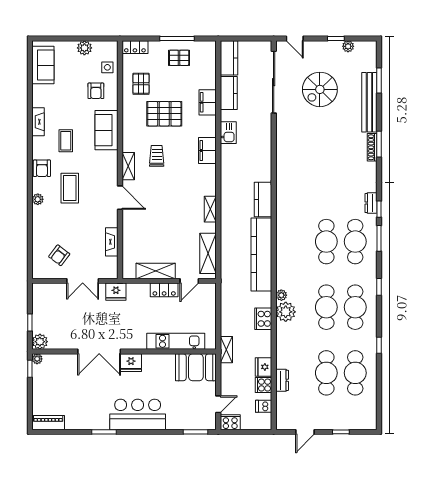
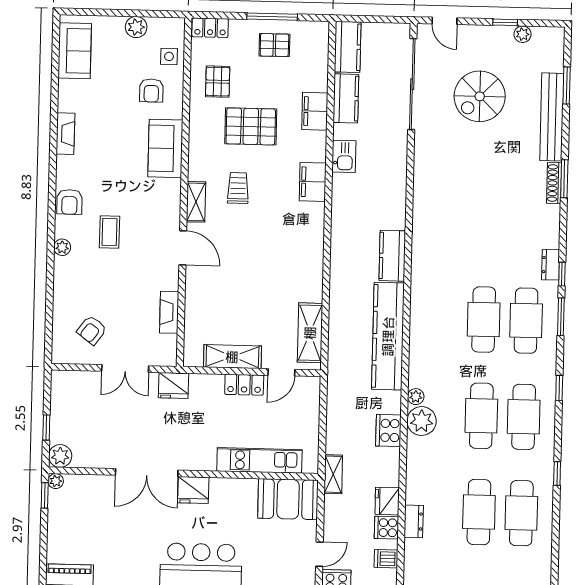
coffee table: (66, 141) -> (105, 163), removed
coffee table: (70, 188) -> (110, 232), width x0.73, depth x0.77
shelving: (210, 209) -> (315, 268), removed

